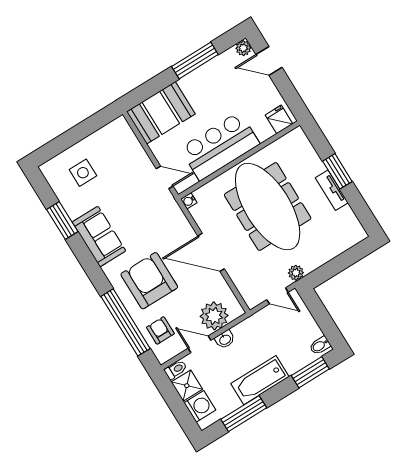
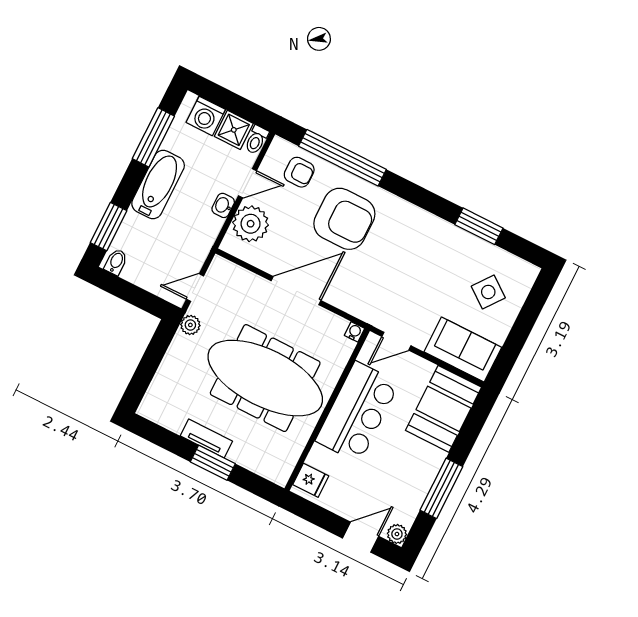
side table: (83, 173) -> (488, 292), turned 37
sofa: (99, 237) -> (463, 350), moved, turned 180

